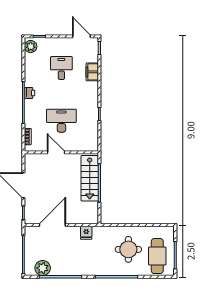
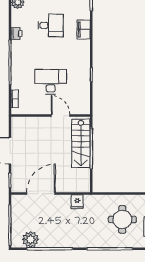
desk: (61, 68) -> (51, 25), turned 90
printer: (30, 93) -> (17, 34), moved
door: (56, 152) -> (61, 116), moved

